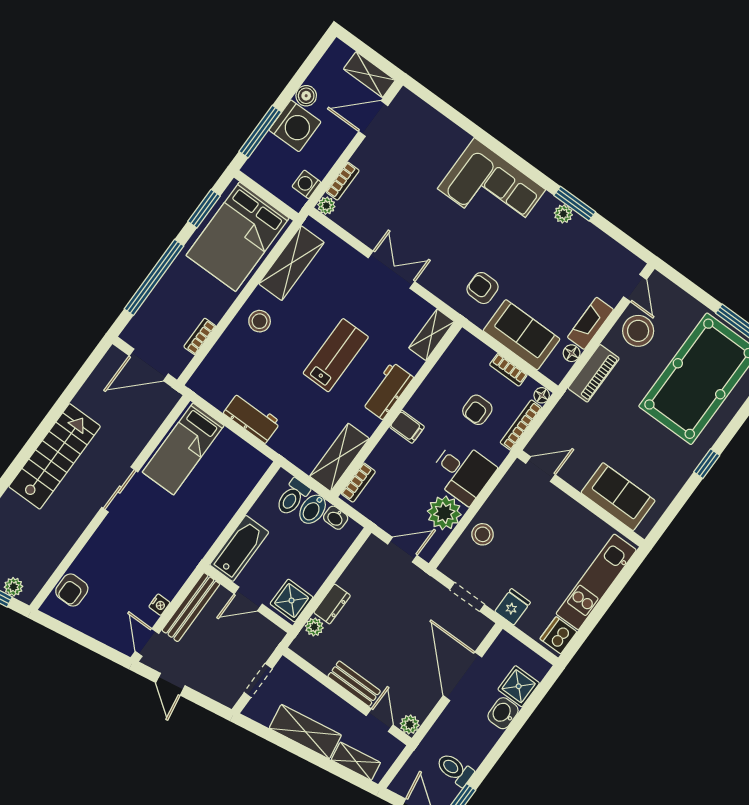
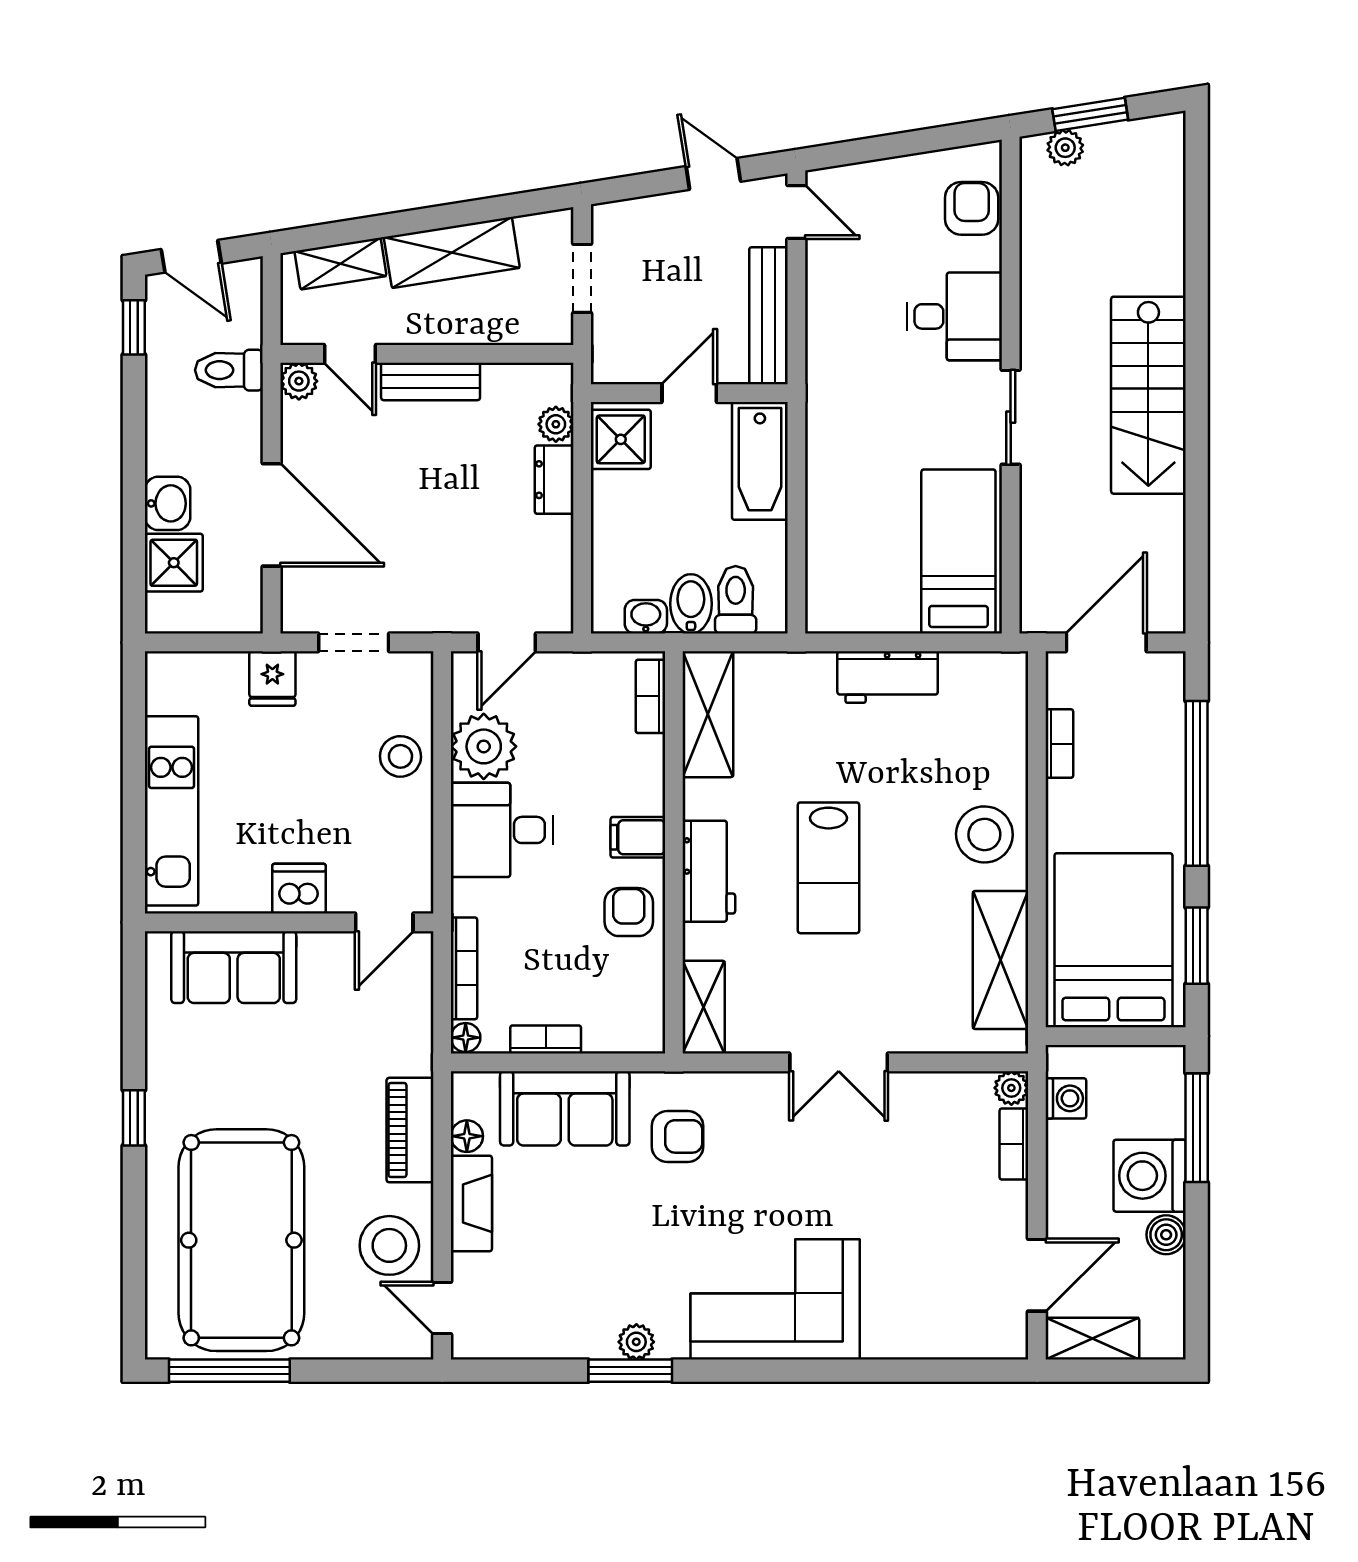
stool: (260, 321) -> (984, 834), width x1.38, depth x1.38
armchair: (477, 410) -> (629, 912), moved
desk: (112, 550) -> (955, 316), added
nightstand: (159, 605) -> (820, 284), removed
dishwasher: (558, 635) -> (299, 889), moved, turned -90
toilet: (455, 769) -> (229, 370), moved, turned 180

